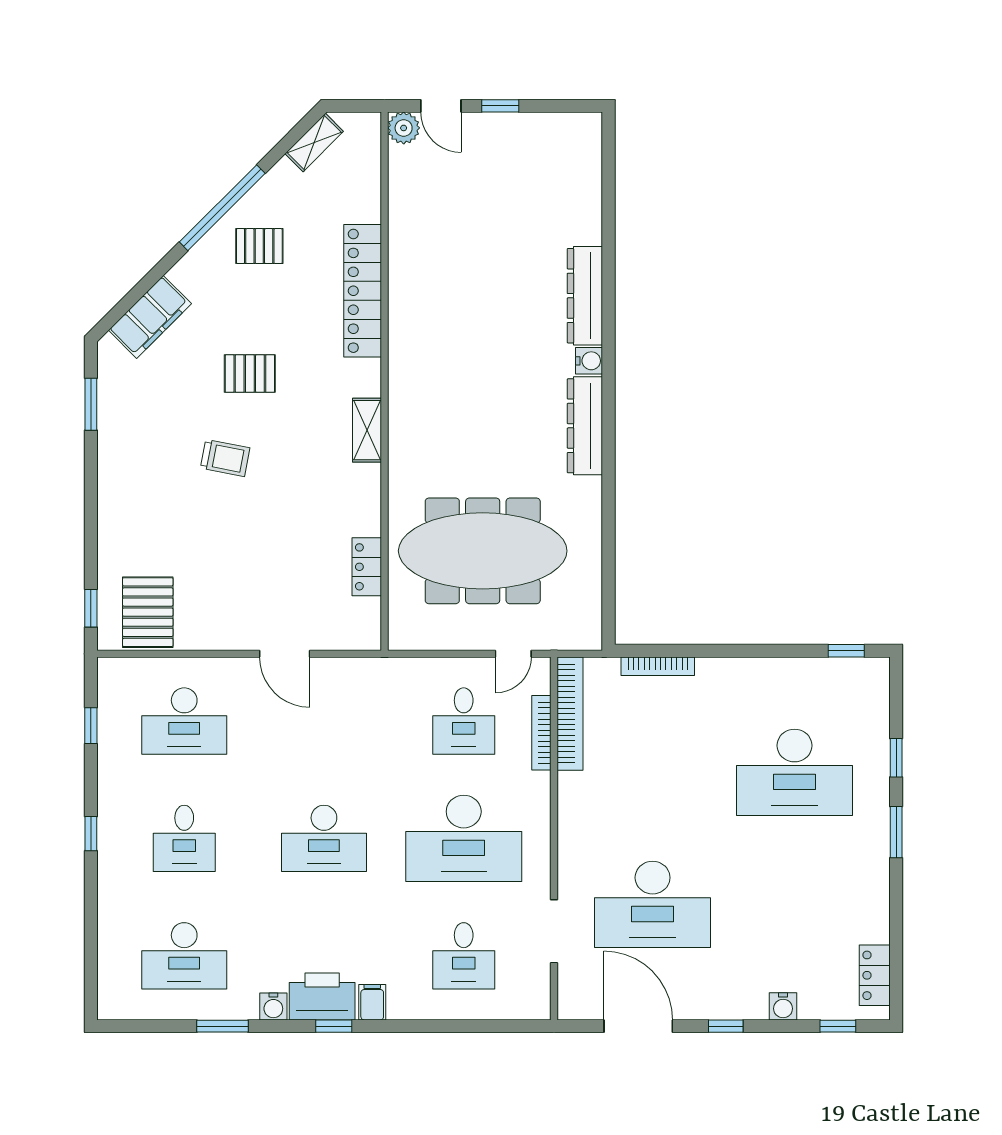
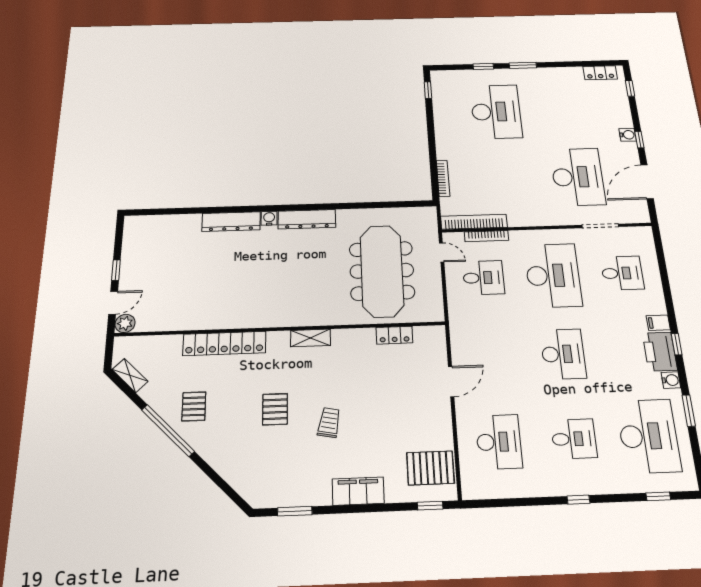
filing cabinet: (150, 317) -> (358, 491), moved, turned -45
window: (91, 726) -> (658, 496), moved
desk: (184, 956) -> (648, 436), width x1.36, depth x1.30
water cooler: (783, 1006) -> (628, 135), moved

